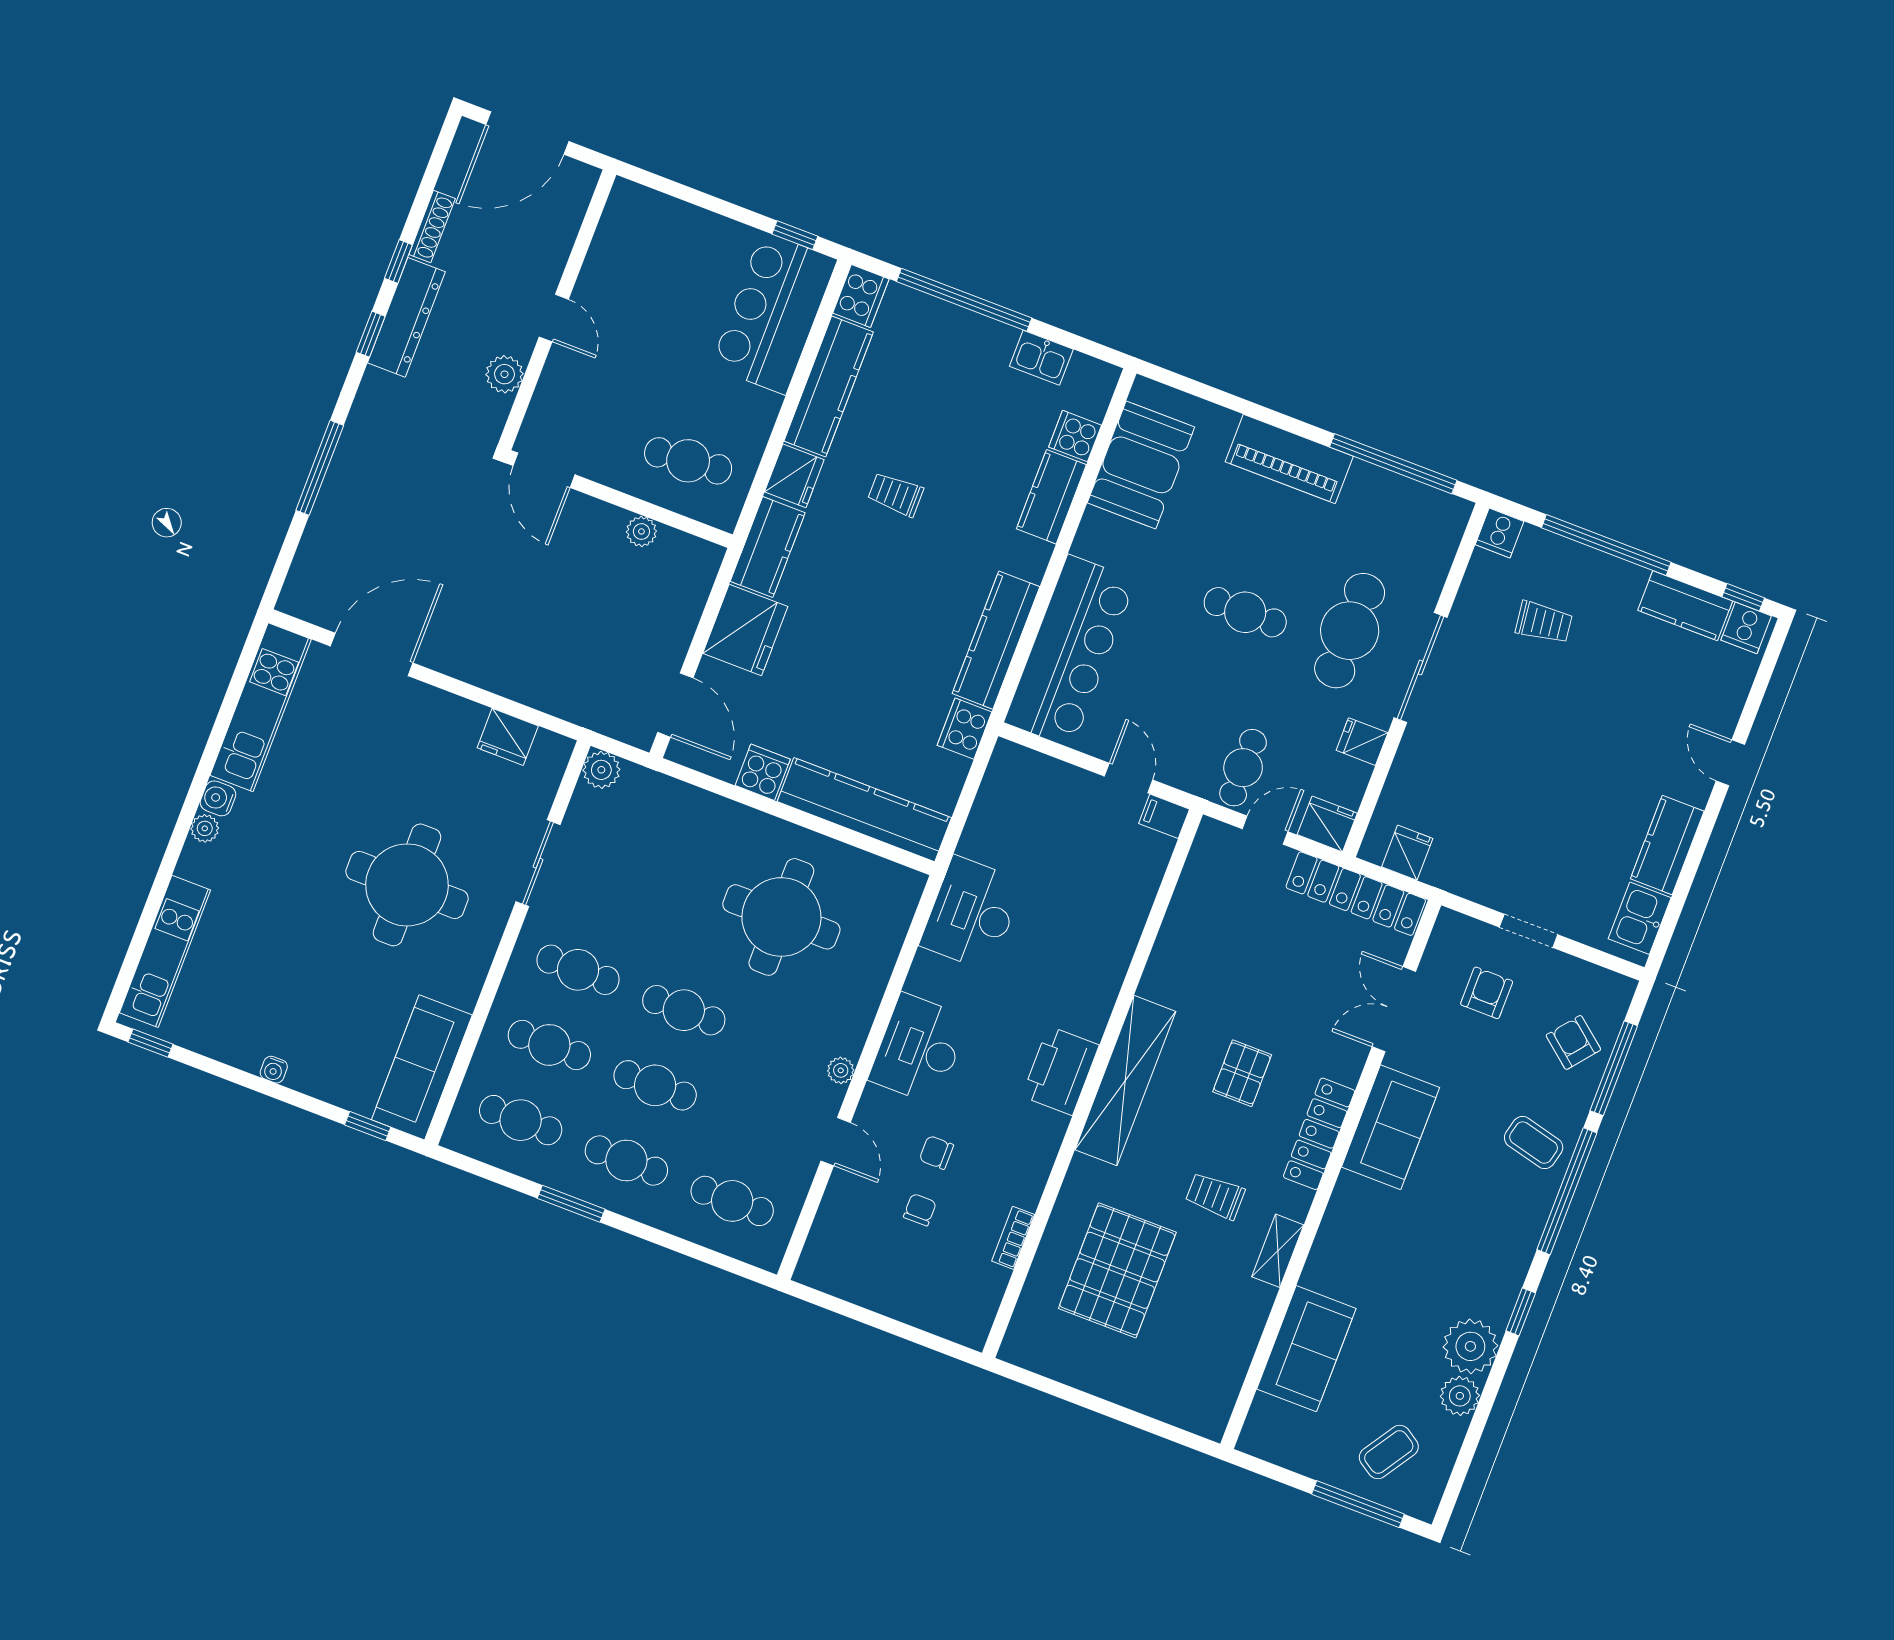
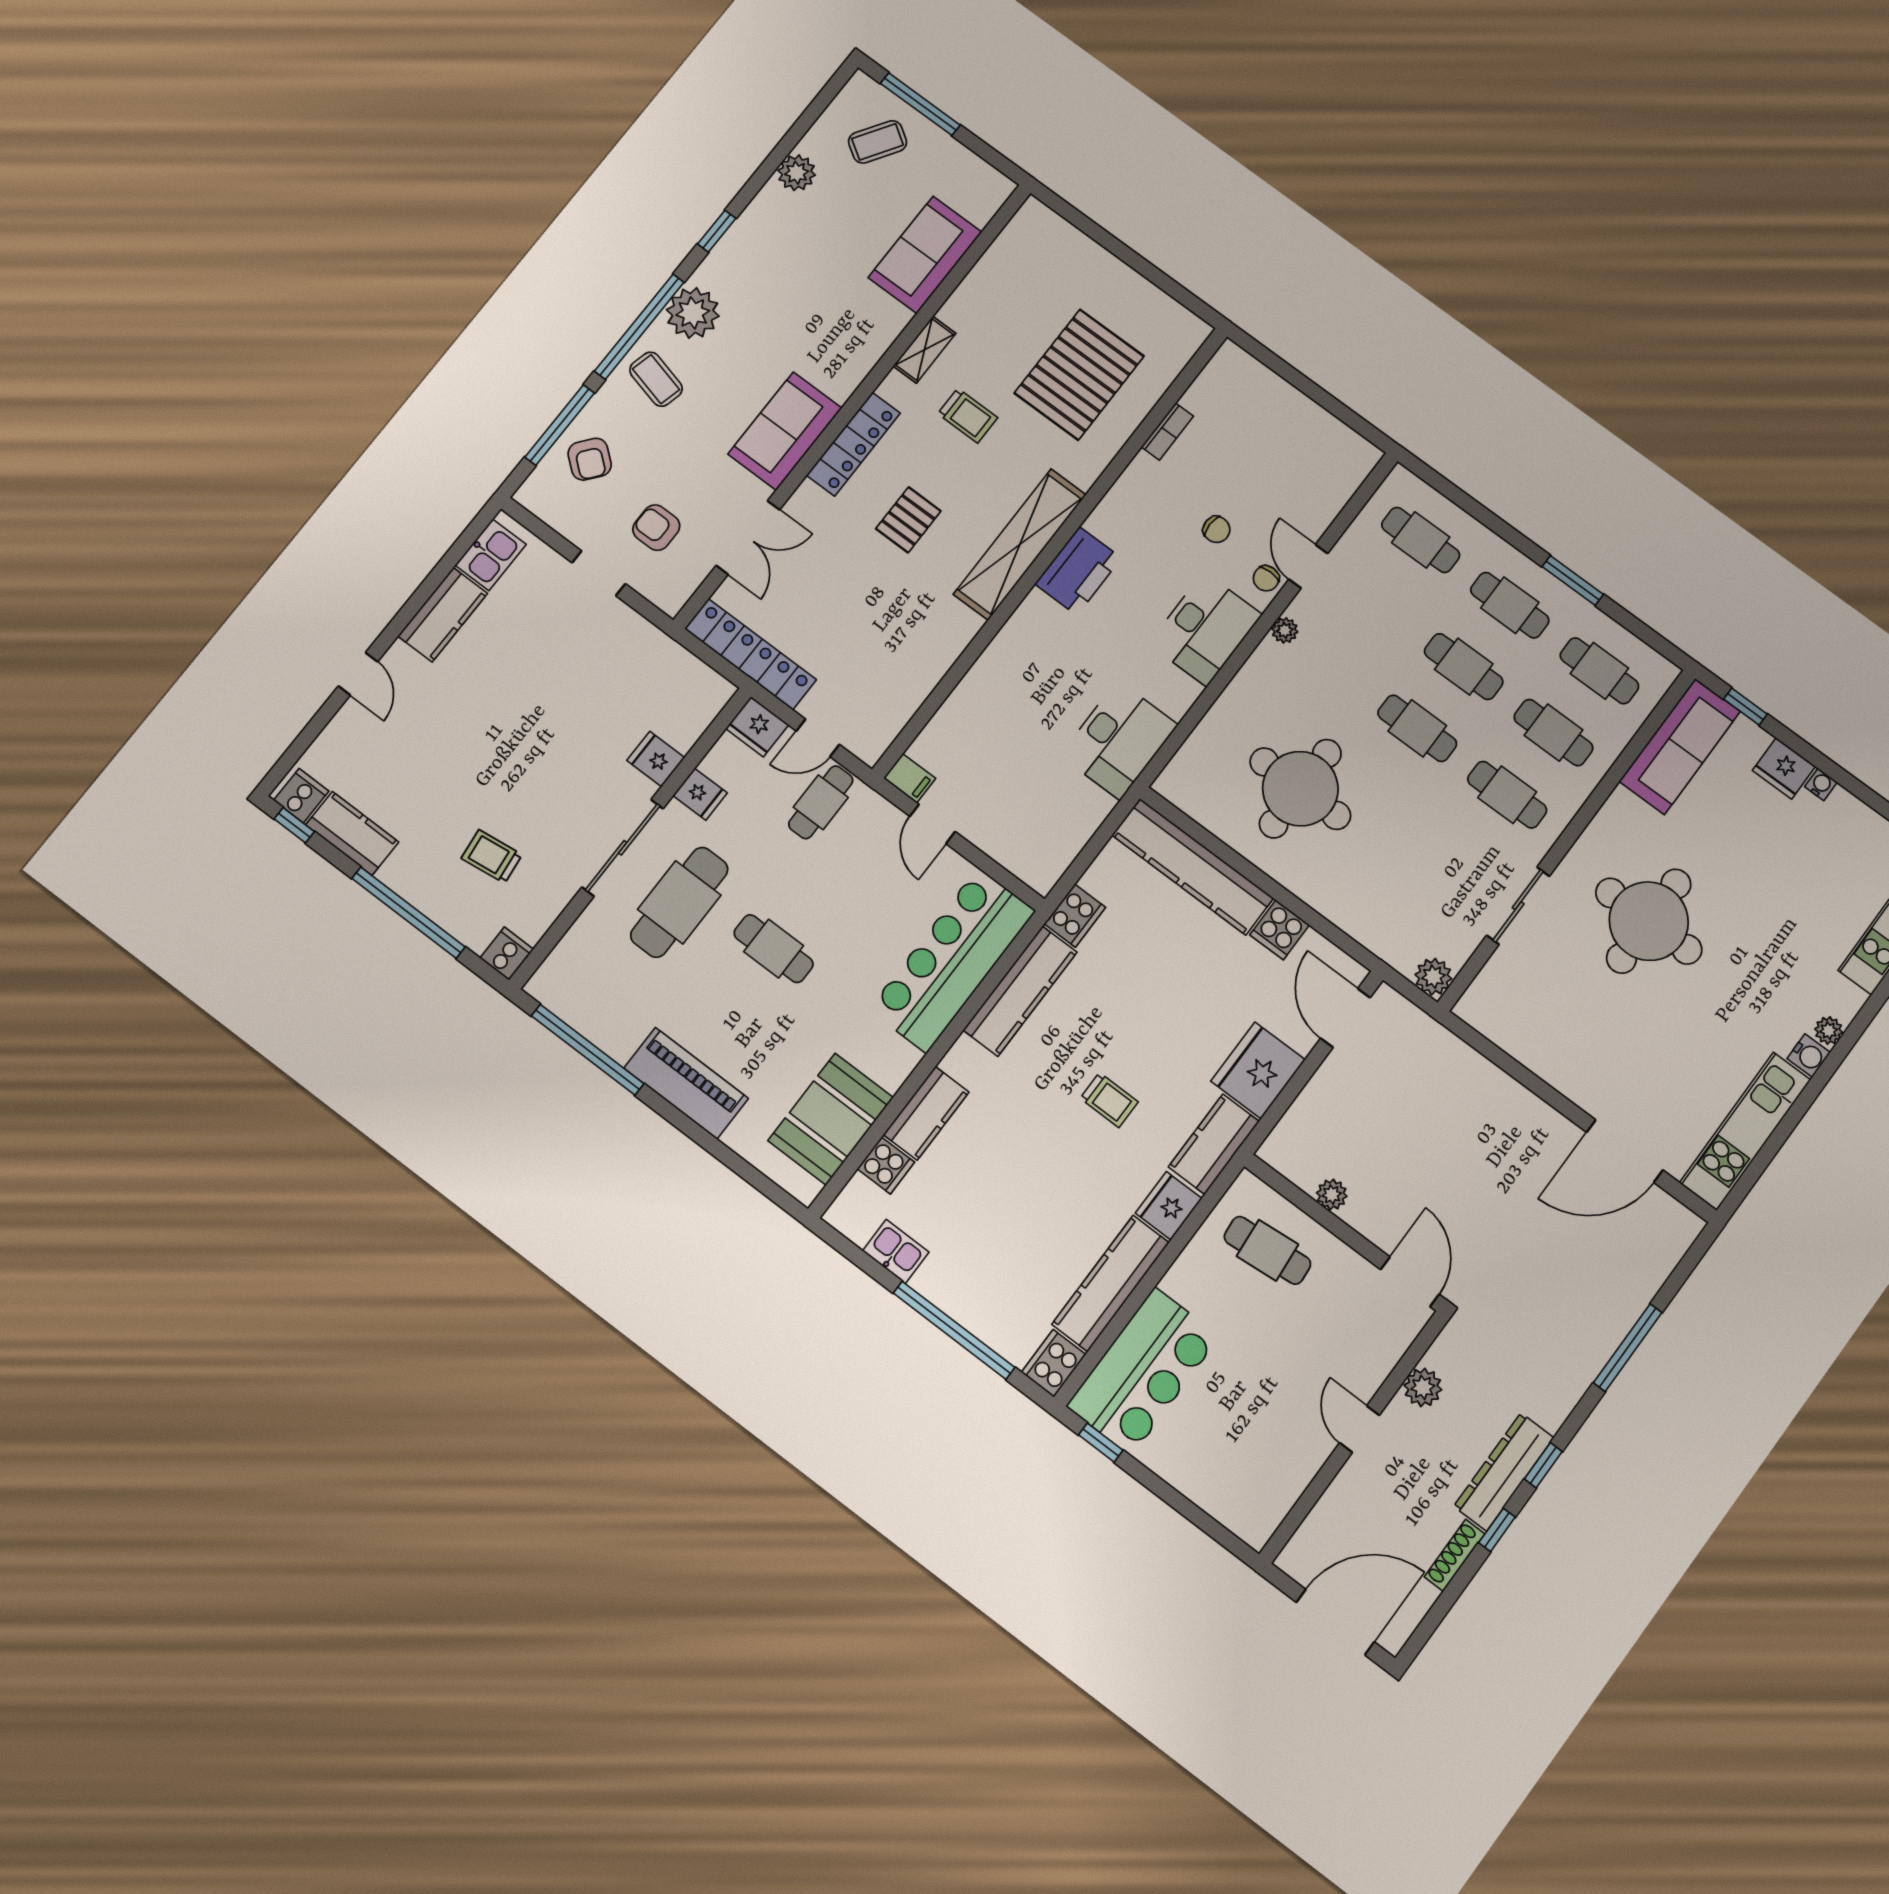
trolley: (896, 494) -> (1109, 1100), moved
fridge: (508, 737) -> (1784, 768), moved, turned 180
fridge: (1407, 853) -> (656, 759), moved, turned 90
armchair: (1487, 993) -> (656, 528), turned 90
chair: (920, 1210) -> (1266, 578), moved
plant: (1470, 1346) -> (693, 313), moved

